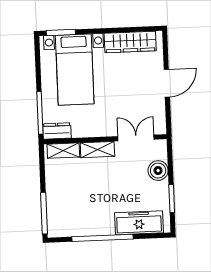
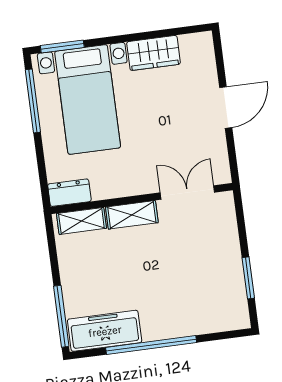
wardrobe: (130, 42) -> (154, 53), width x0.67
window: (40, 113) -> (33, 101), moved
boiler: (158, 171) -> (224, 238), removed
freezer: (139, 223) -> (105, 331), moved

